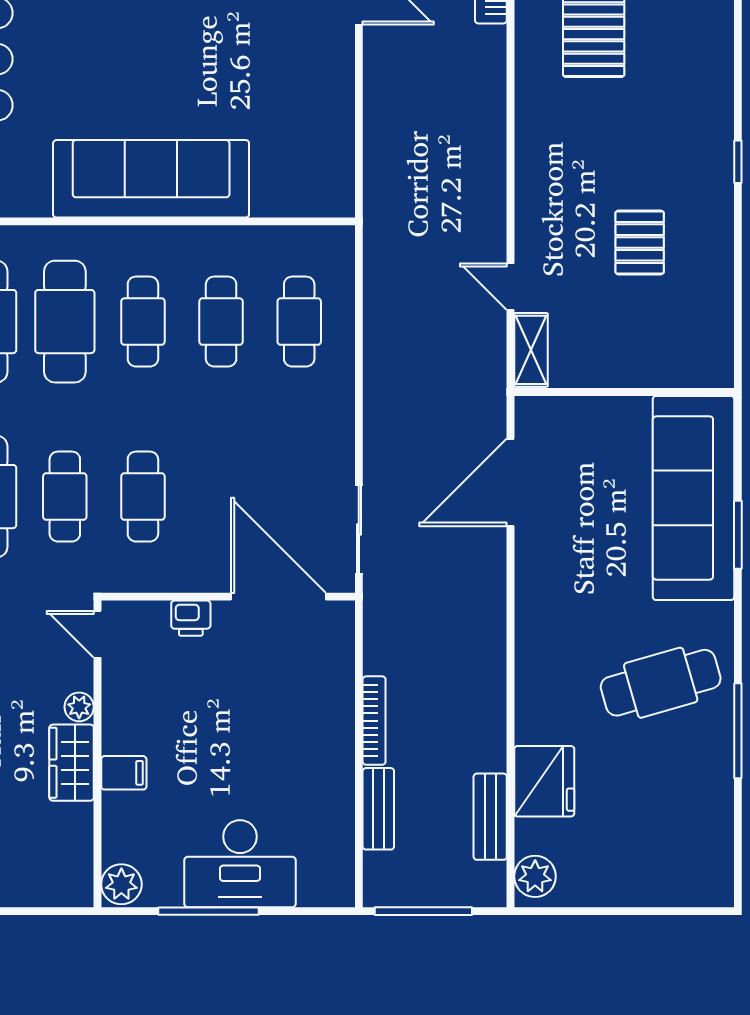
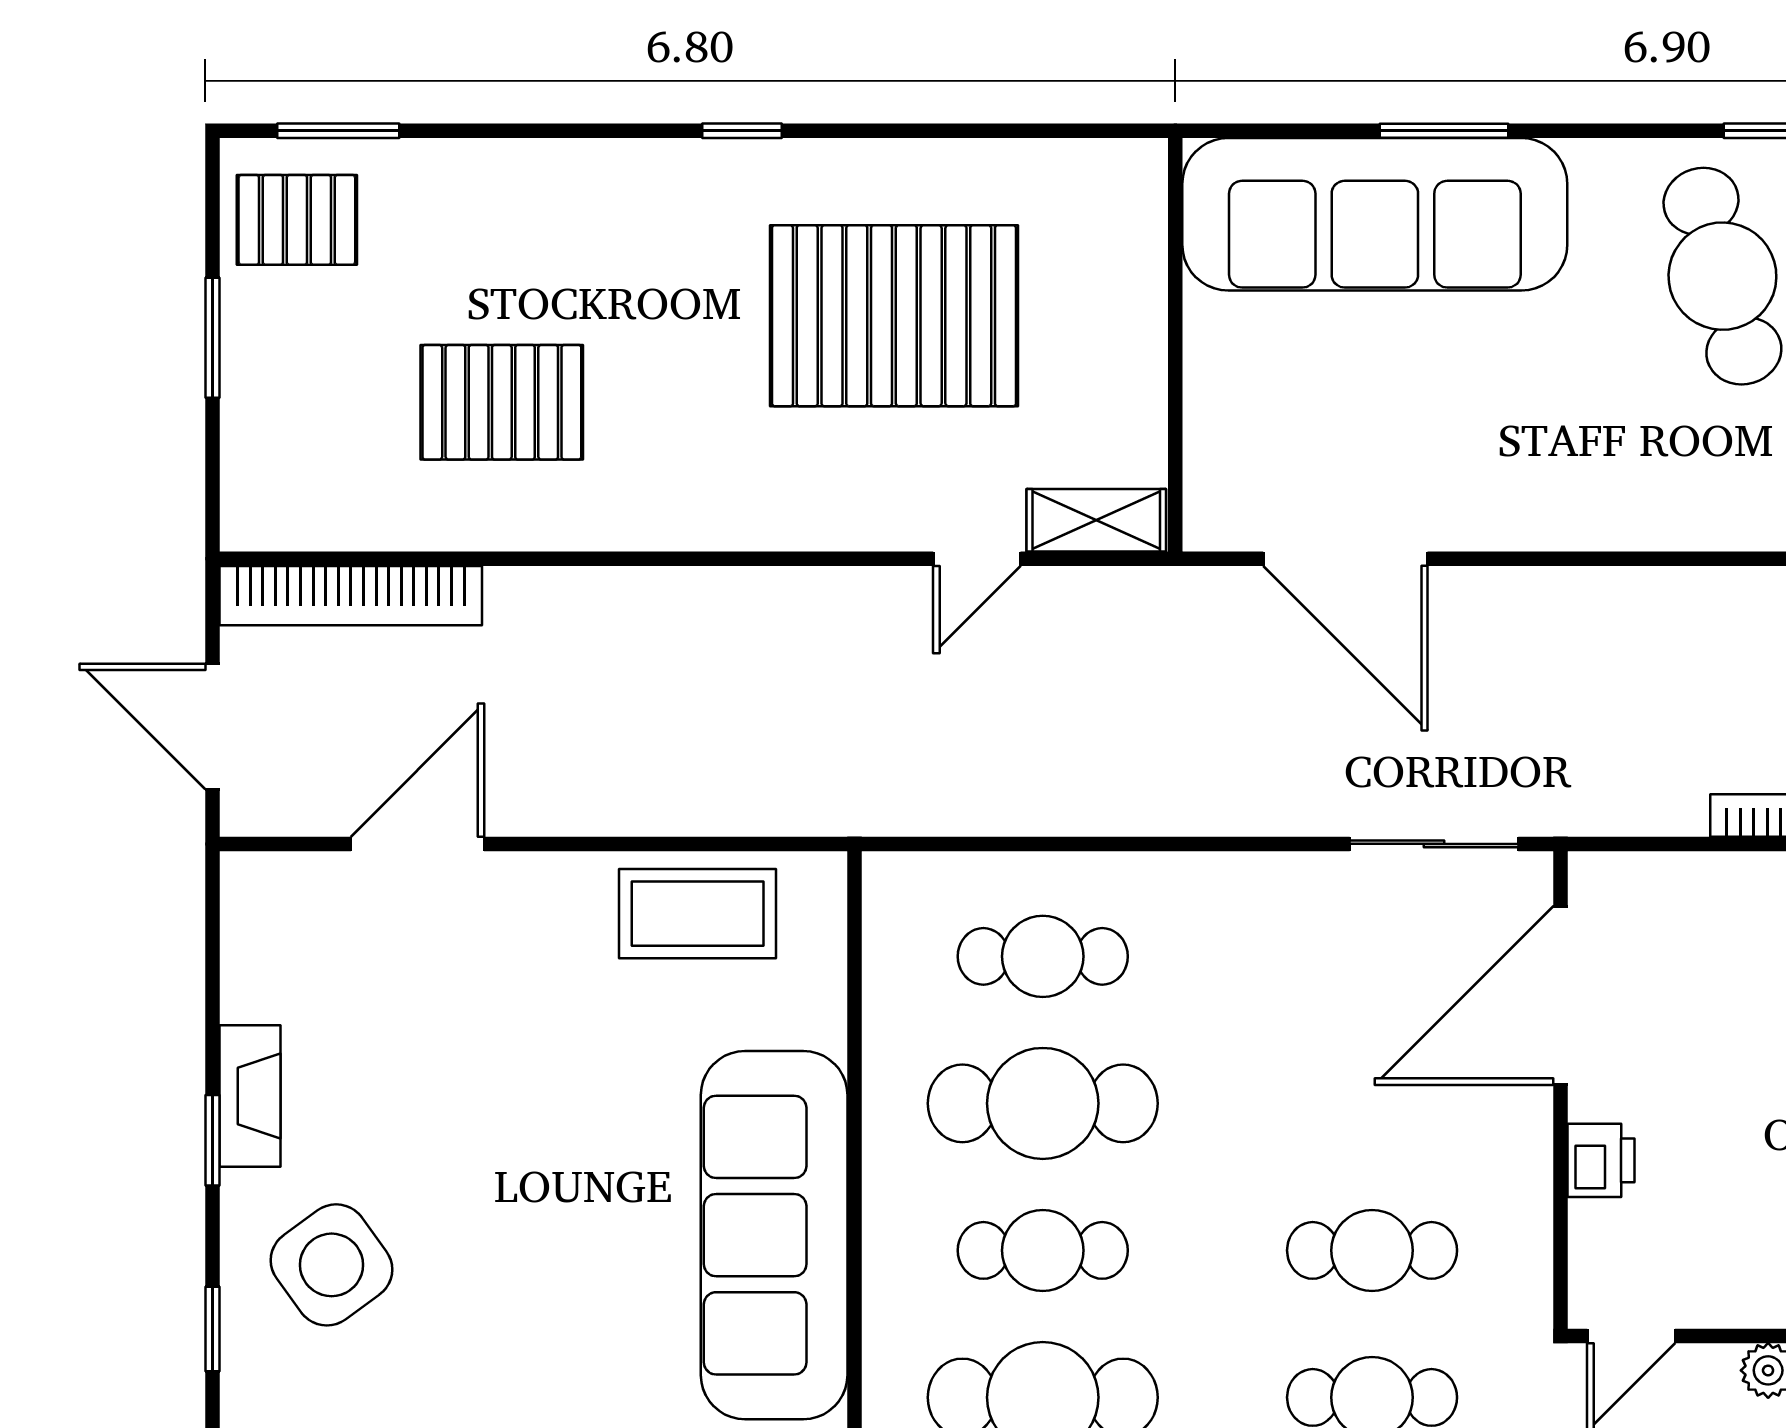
coffee table: (322, 138) -> (698, 914), added
pallet: (640, 242) -> (894, 316), width x2.05, depth x2.00
cafe table: (221, 322) -> (1043, 1103), width x1.37, depth x1.35

